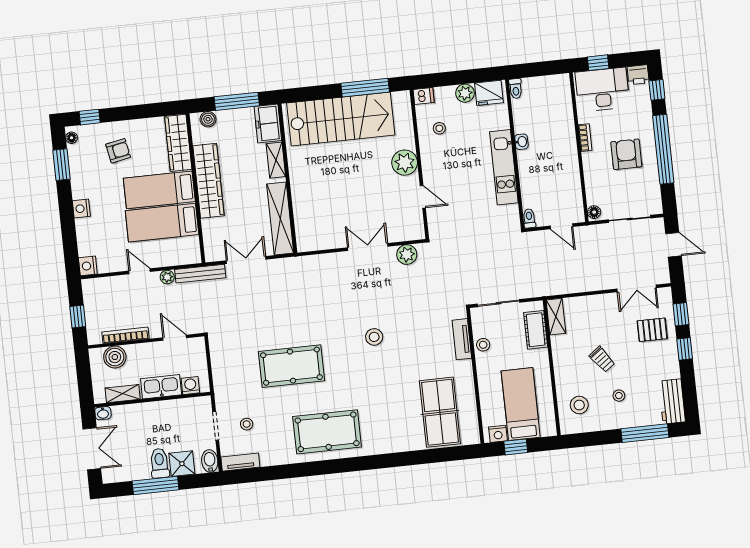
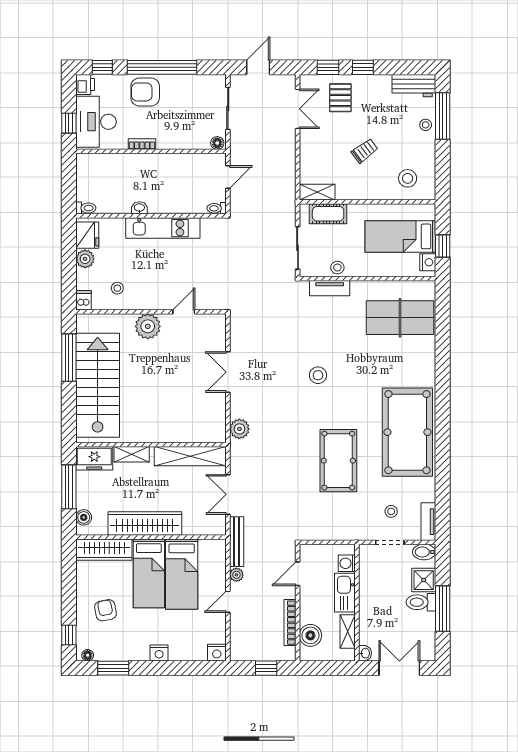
armchair: (626, 154) -> (145, 92), moved
plant: (407, 255) -> (239, 429), moved
stool: (619, 396) -> (426, 125), moved
pool table: (327, 432) -> (407, 432), width x1.36, depth x1.32

